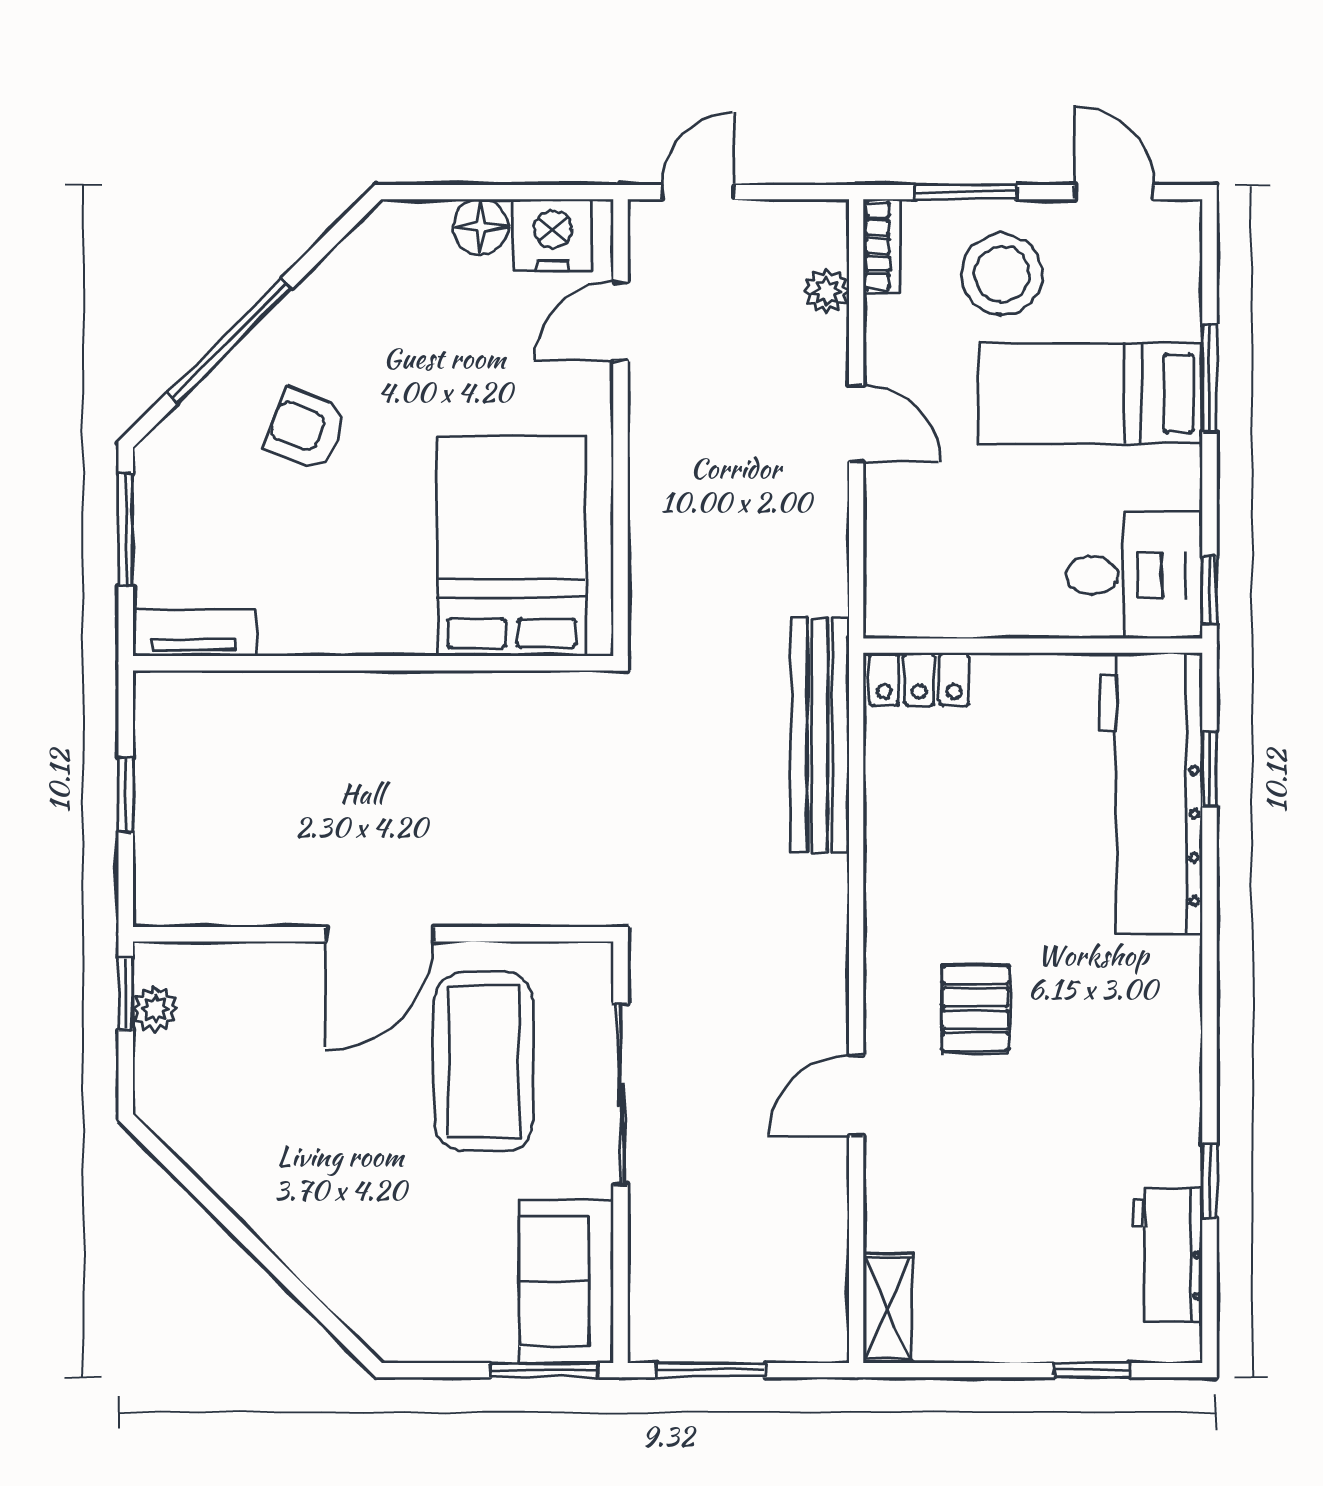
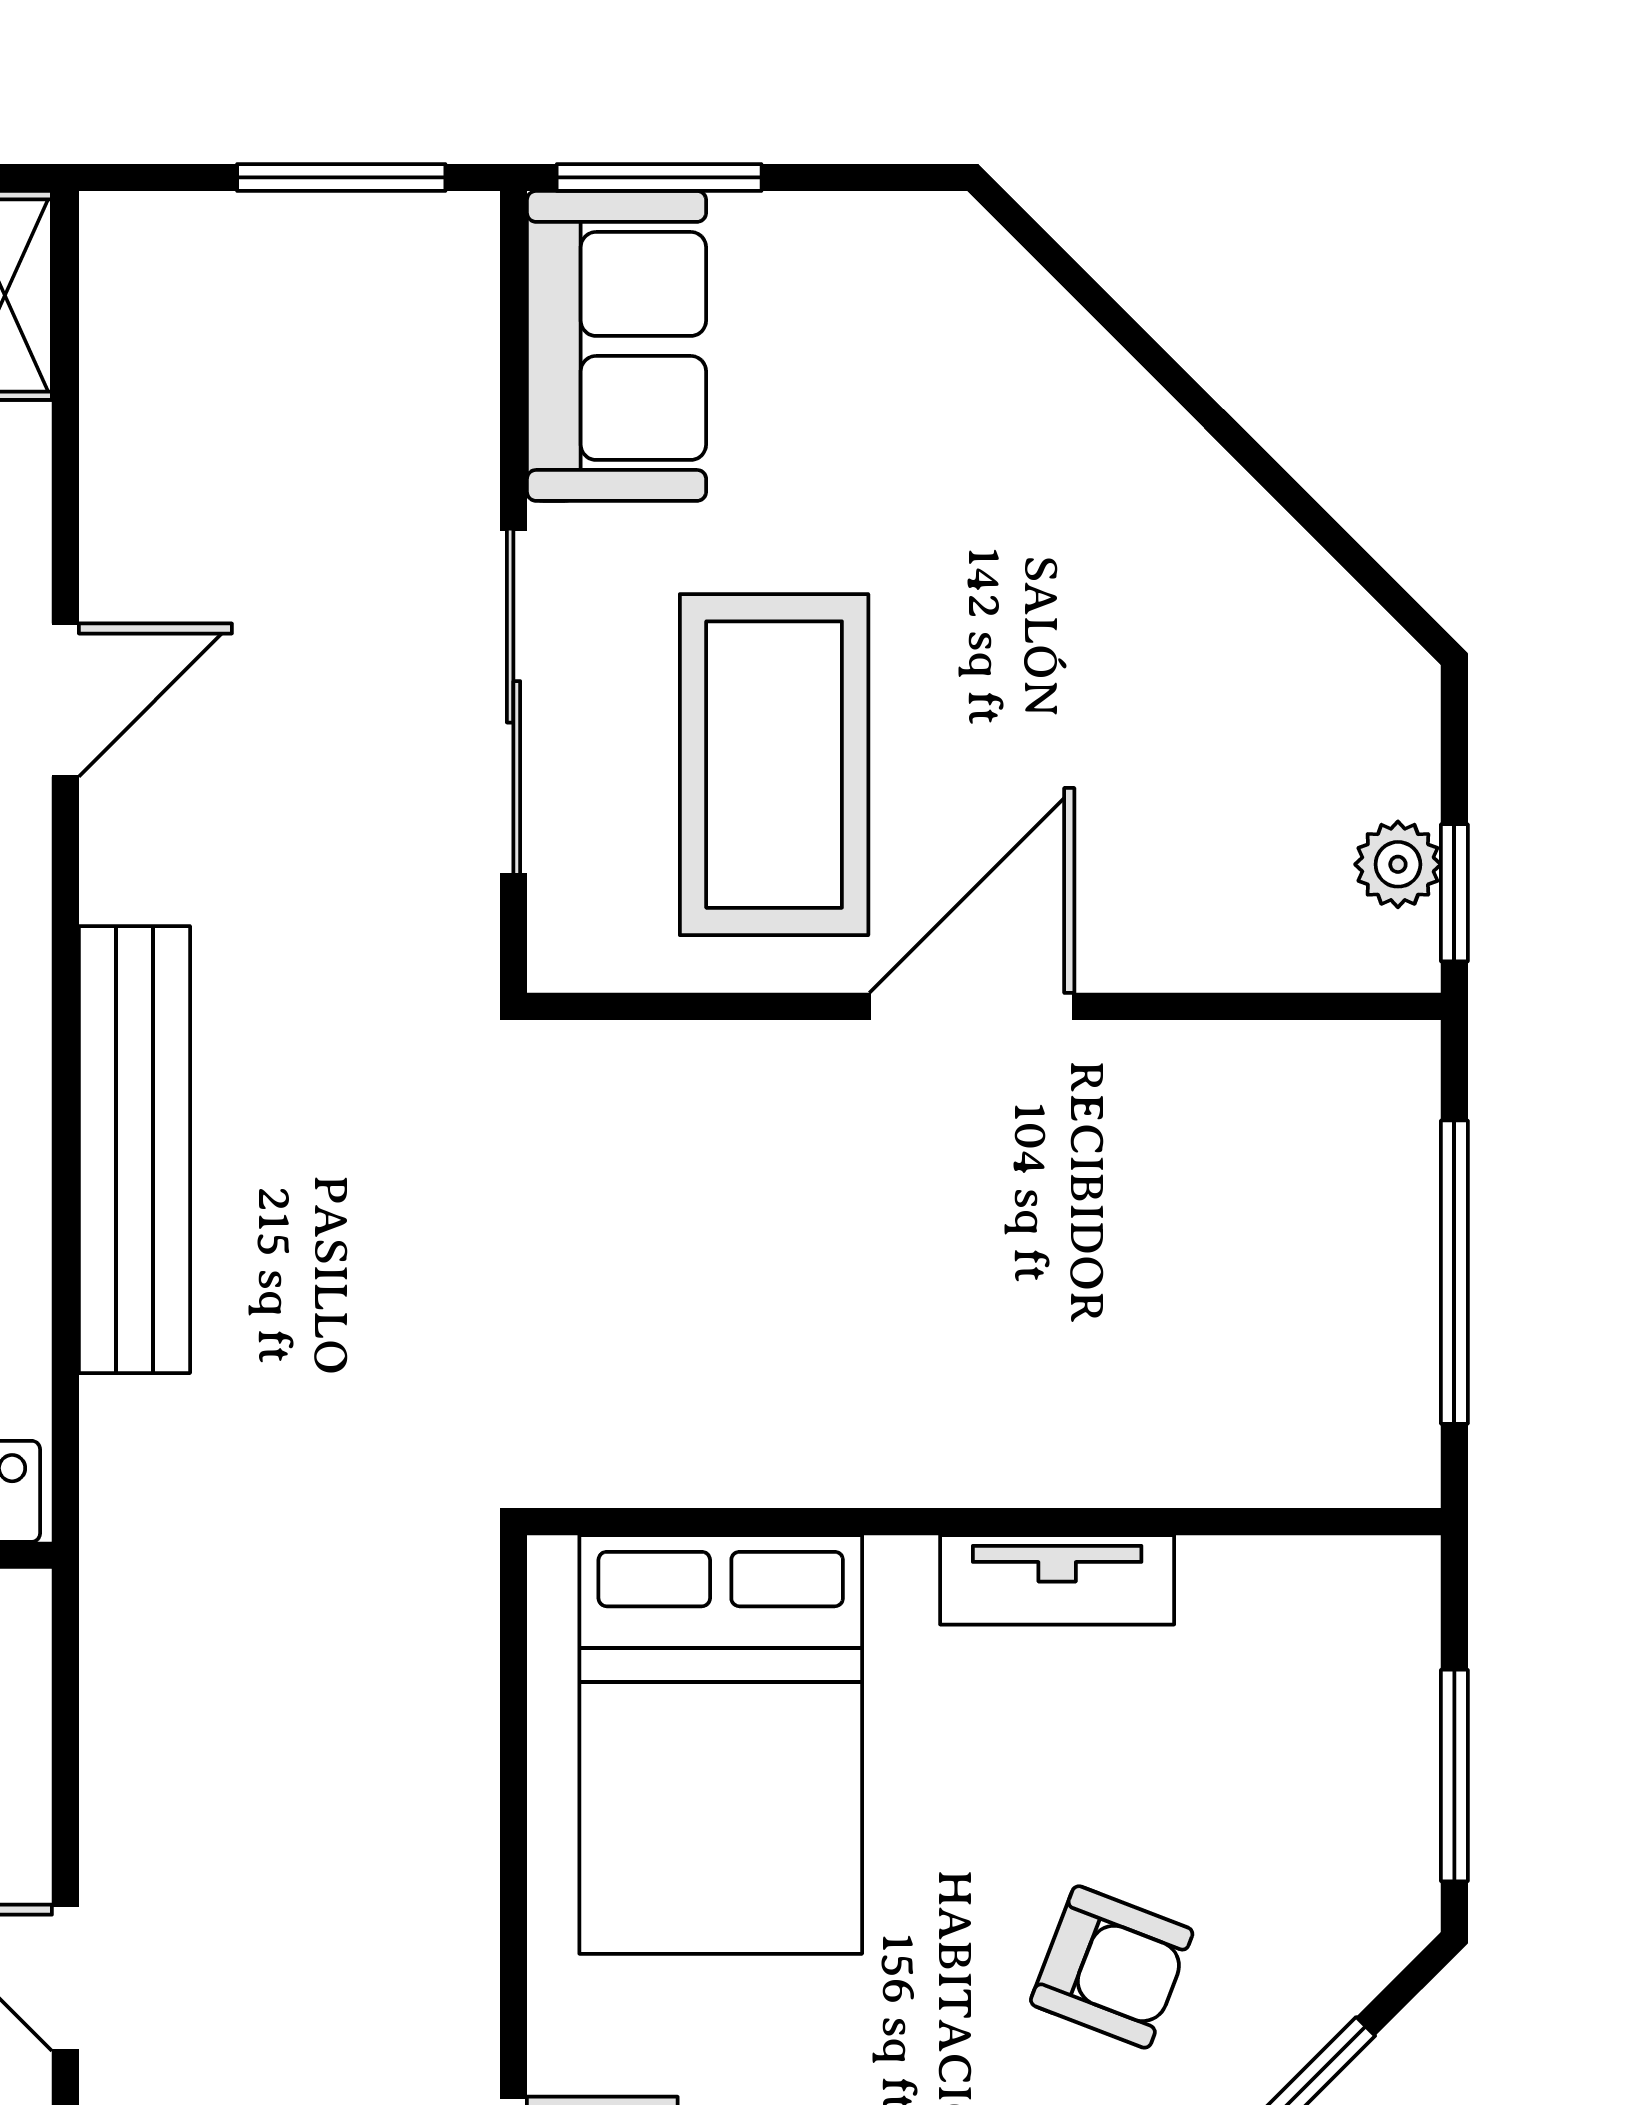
tv unit: (194, 633) -> (1057, 1580), moved
bench: (820, 735) -> (134, 1150), moved
window: (126, 794) -> (1454, 1272), width x2.17

